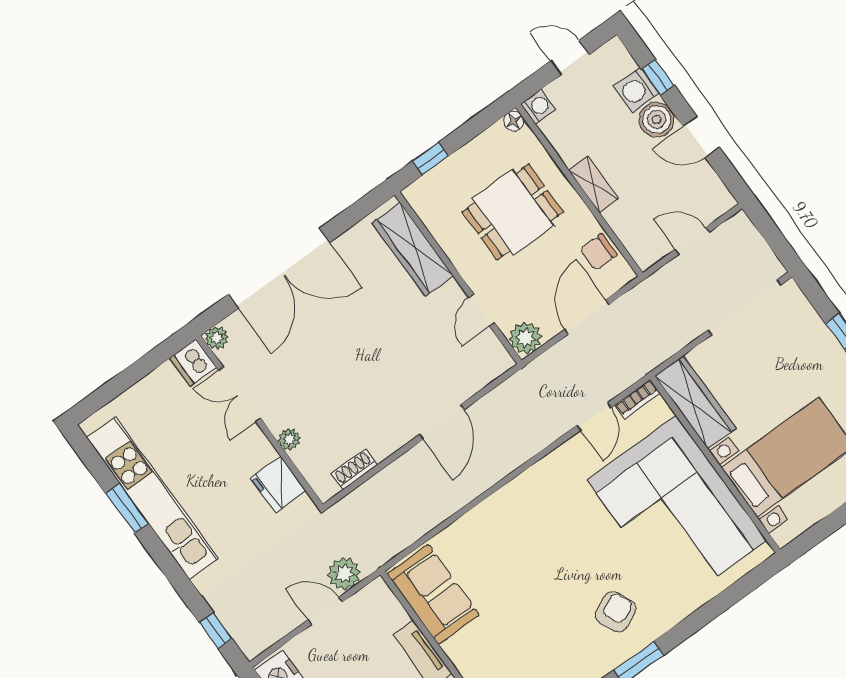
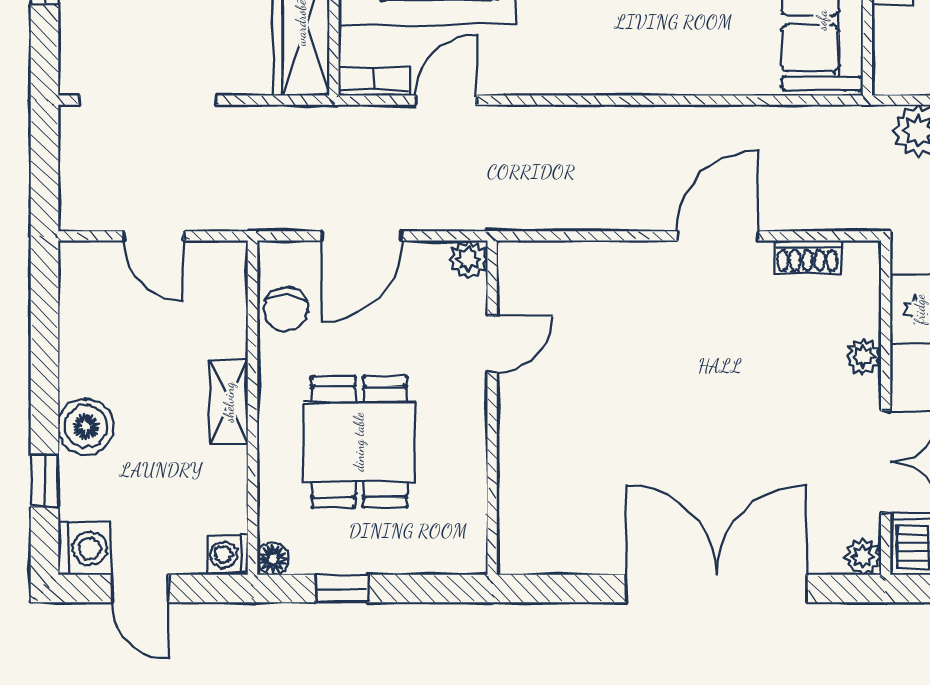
washing machine: (636, 90) -> (85, 548), moved
door: (701, 137) -> (45, 362), removed
window: (430, 159) -> (342, 588), moved
dining table: (513, 212) -> (359, 442), turned 90
wardrobe: (413, 249) -> (525, 487), removed
chair: (598, 252) -> (286, 309), turned 90
plant: (525, 338) -> (468, 259), width x0.73, depth x0.73
door: (442, 422) -> (718, 236), moved

